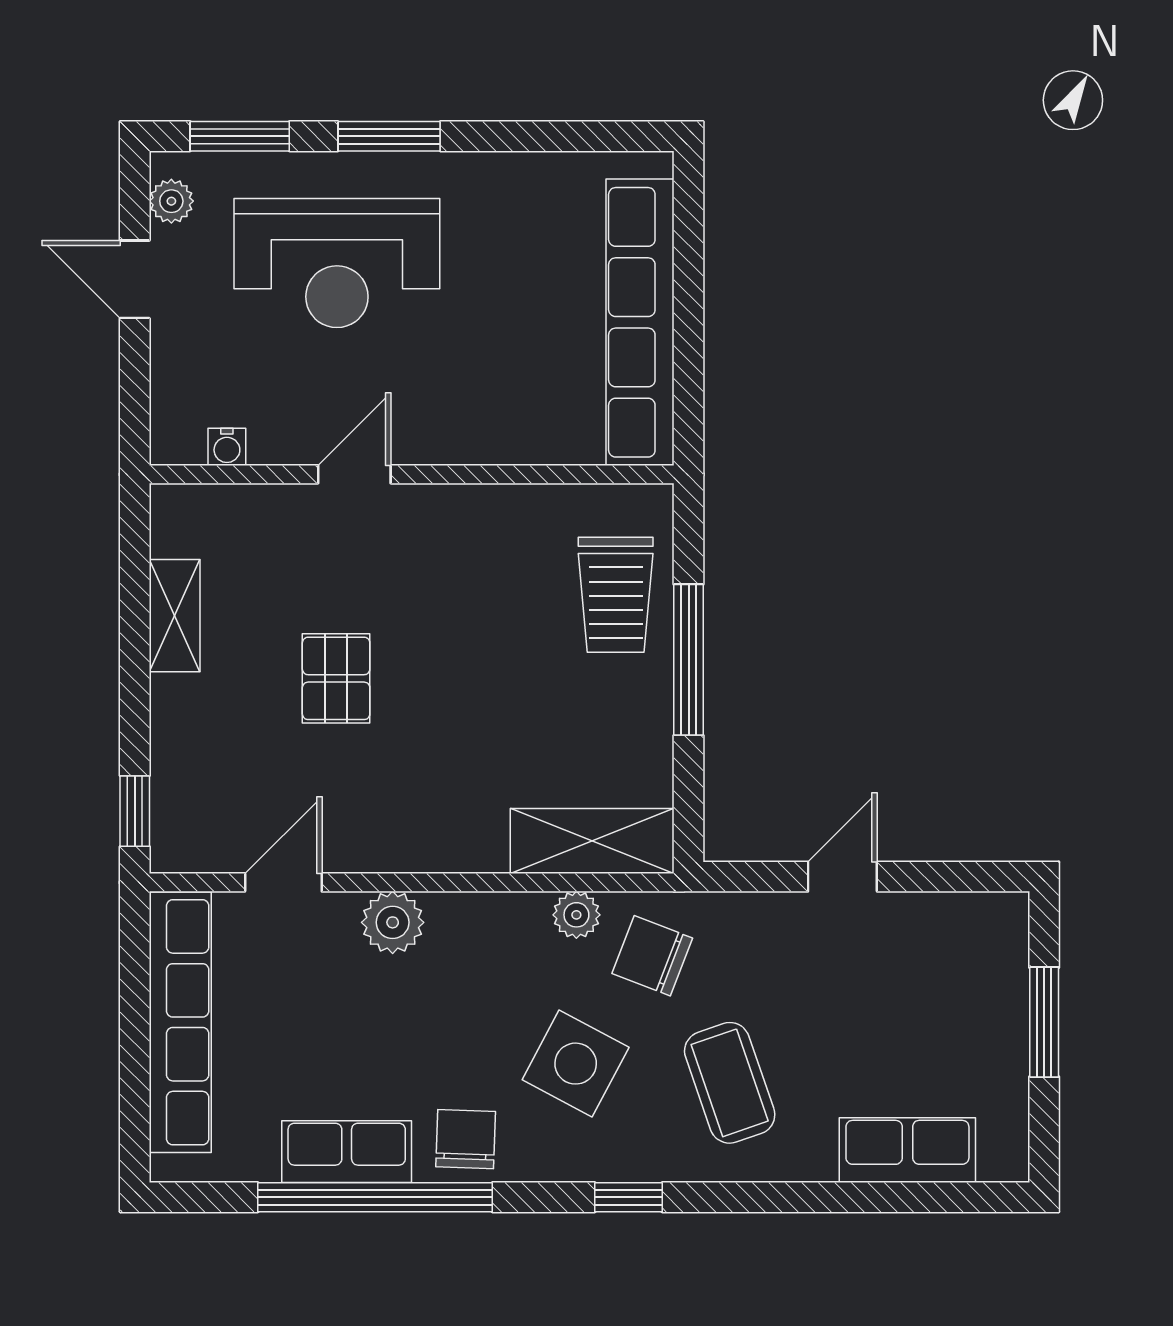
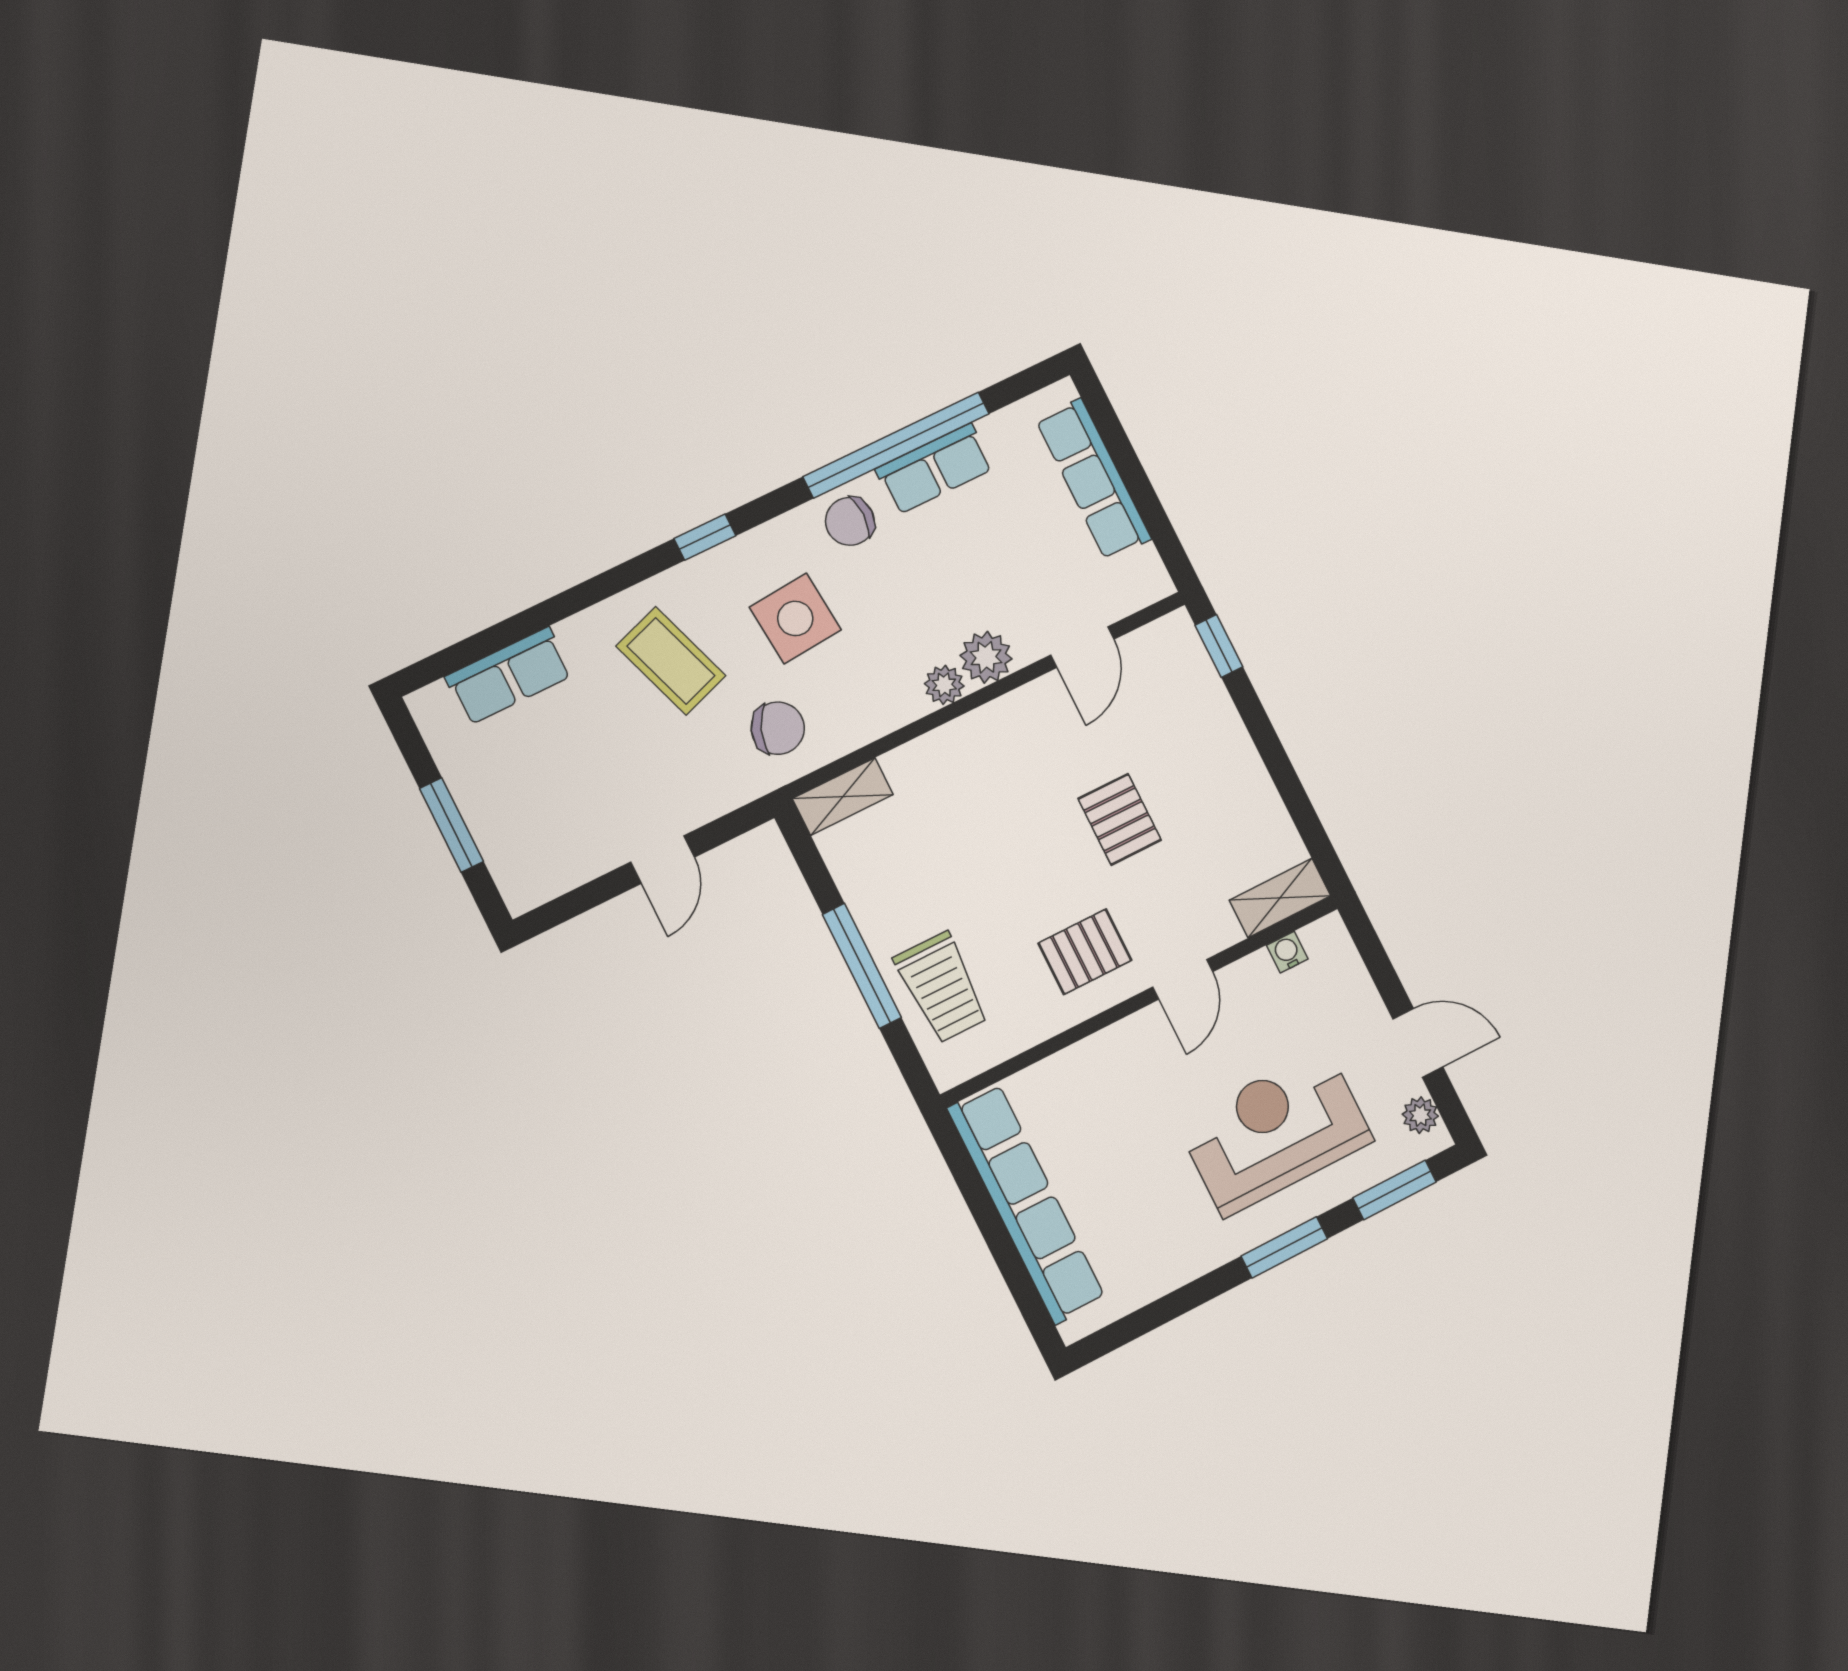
pallet: (444, 556) -> (1085, 952), added
trolley: (616, 595) -> (942, 988), turned 180
shelving: (175, 616) -> (1280, 898), moved, turned 90
shelving: (592, 841) -> (843, 797), width x0.67, depth x0.75
plant: (576, 915) -> (944, 685), moved
row of seats: (180, 1022) -> (1094, 479), width x0.73
side table: (576, 1064) -> (795, 618), turned -33
chair: (466, 1139) -> (850, 521), turned 88

